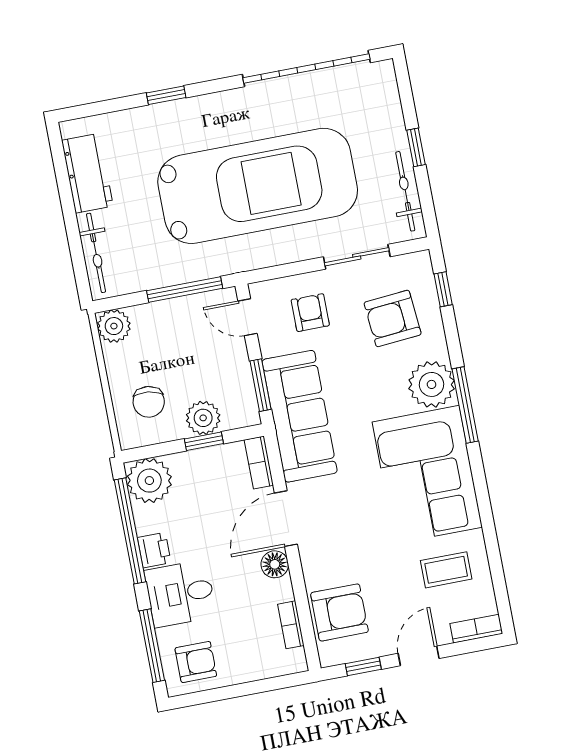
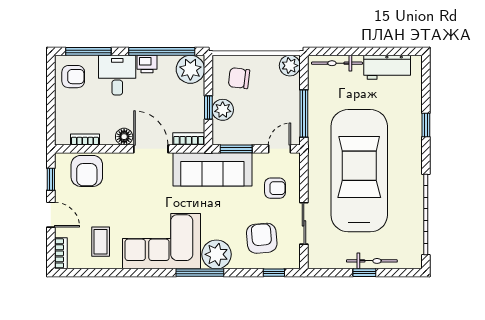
car: (258, 186) -> (359, 171), turned 180
bicycle: (405, 191) -> (372, 261), moved
armchair: (196, 662) -> (73, 77), turned -90

